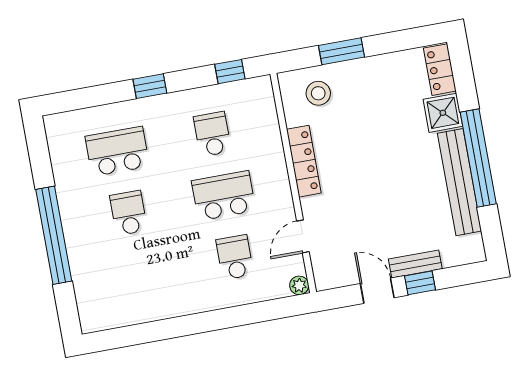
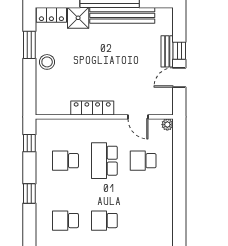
window: (342, 51) -> (29, 45), moved
stool: (318, 93) -> (47, 62), moved
school desk: (117, 151) -> (66, 221), width x0.54

